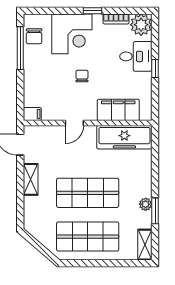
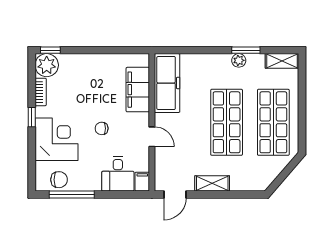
desk: (136, 56) -> (118, 174), moved, turned 180
window: (155, 69) -> (50, 50), moved

